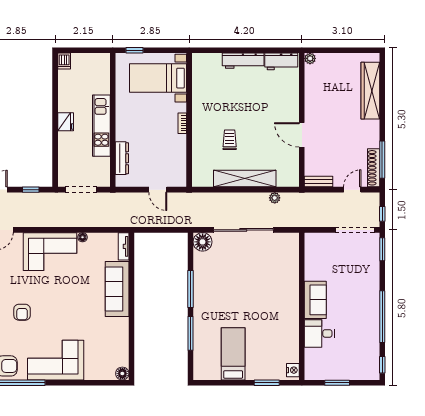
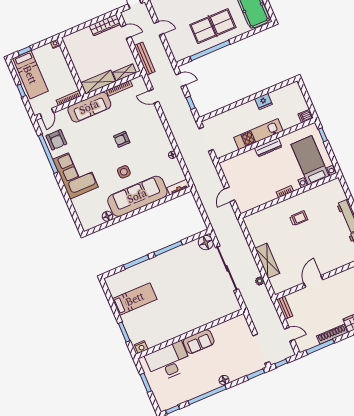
dishwasher: (64, 61) -> (306, 116), moved
fridge: (66, 122) -> (264, 102), moved
trolley: (230, 140) -> (299, 218), moved
dresser: (122, 158) -> (268, 147), moved
shoe rack: (374, 168) -> (332, 334), moved
shelving: (245, 178) -> (267, 261), width x0.68
corner sofa: (50, 252) -> (152, 136), removed
sofa: (117, 289) -> (137, 196), width x1.36, depth x1.27
floor lamp: (373, 289) -> (224, 380), added
side table: (78, 303) -> (124, 172), added
armchair: (22, 312) -> (122, 139), moved
desk: (319, 333) -> (168, 362), width x1.87, depth x1.30
floor lamp: (122, 373) -> (107, 216), moved

